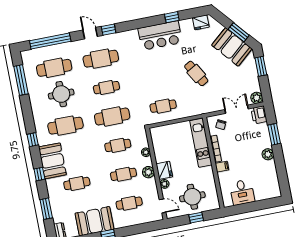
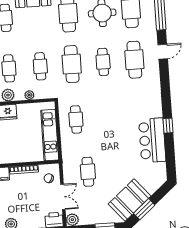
window: (172, 17) -> (168, 126), moved
fridge: (201, 22) -> (160, 170), removed
window: (109, 30) -> (164, 72), removed
bar counter: (160, 35) -> (152, 140), moved
cafe table: (196, 73) -> (88, 172), moved, turned -60
kitchen unit: (201, 143) -> (50, 135), moved, turned -90

